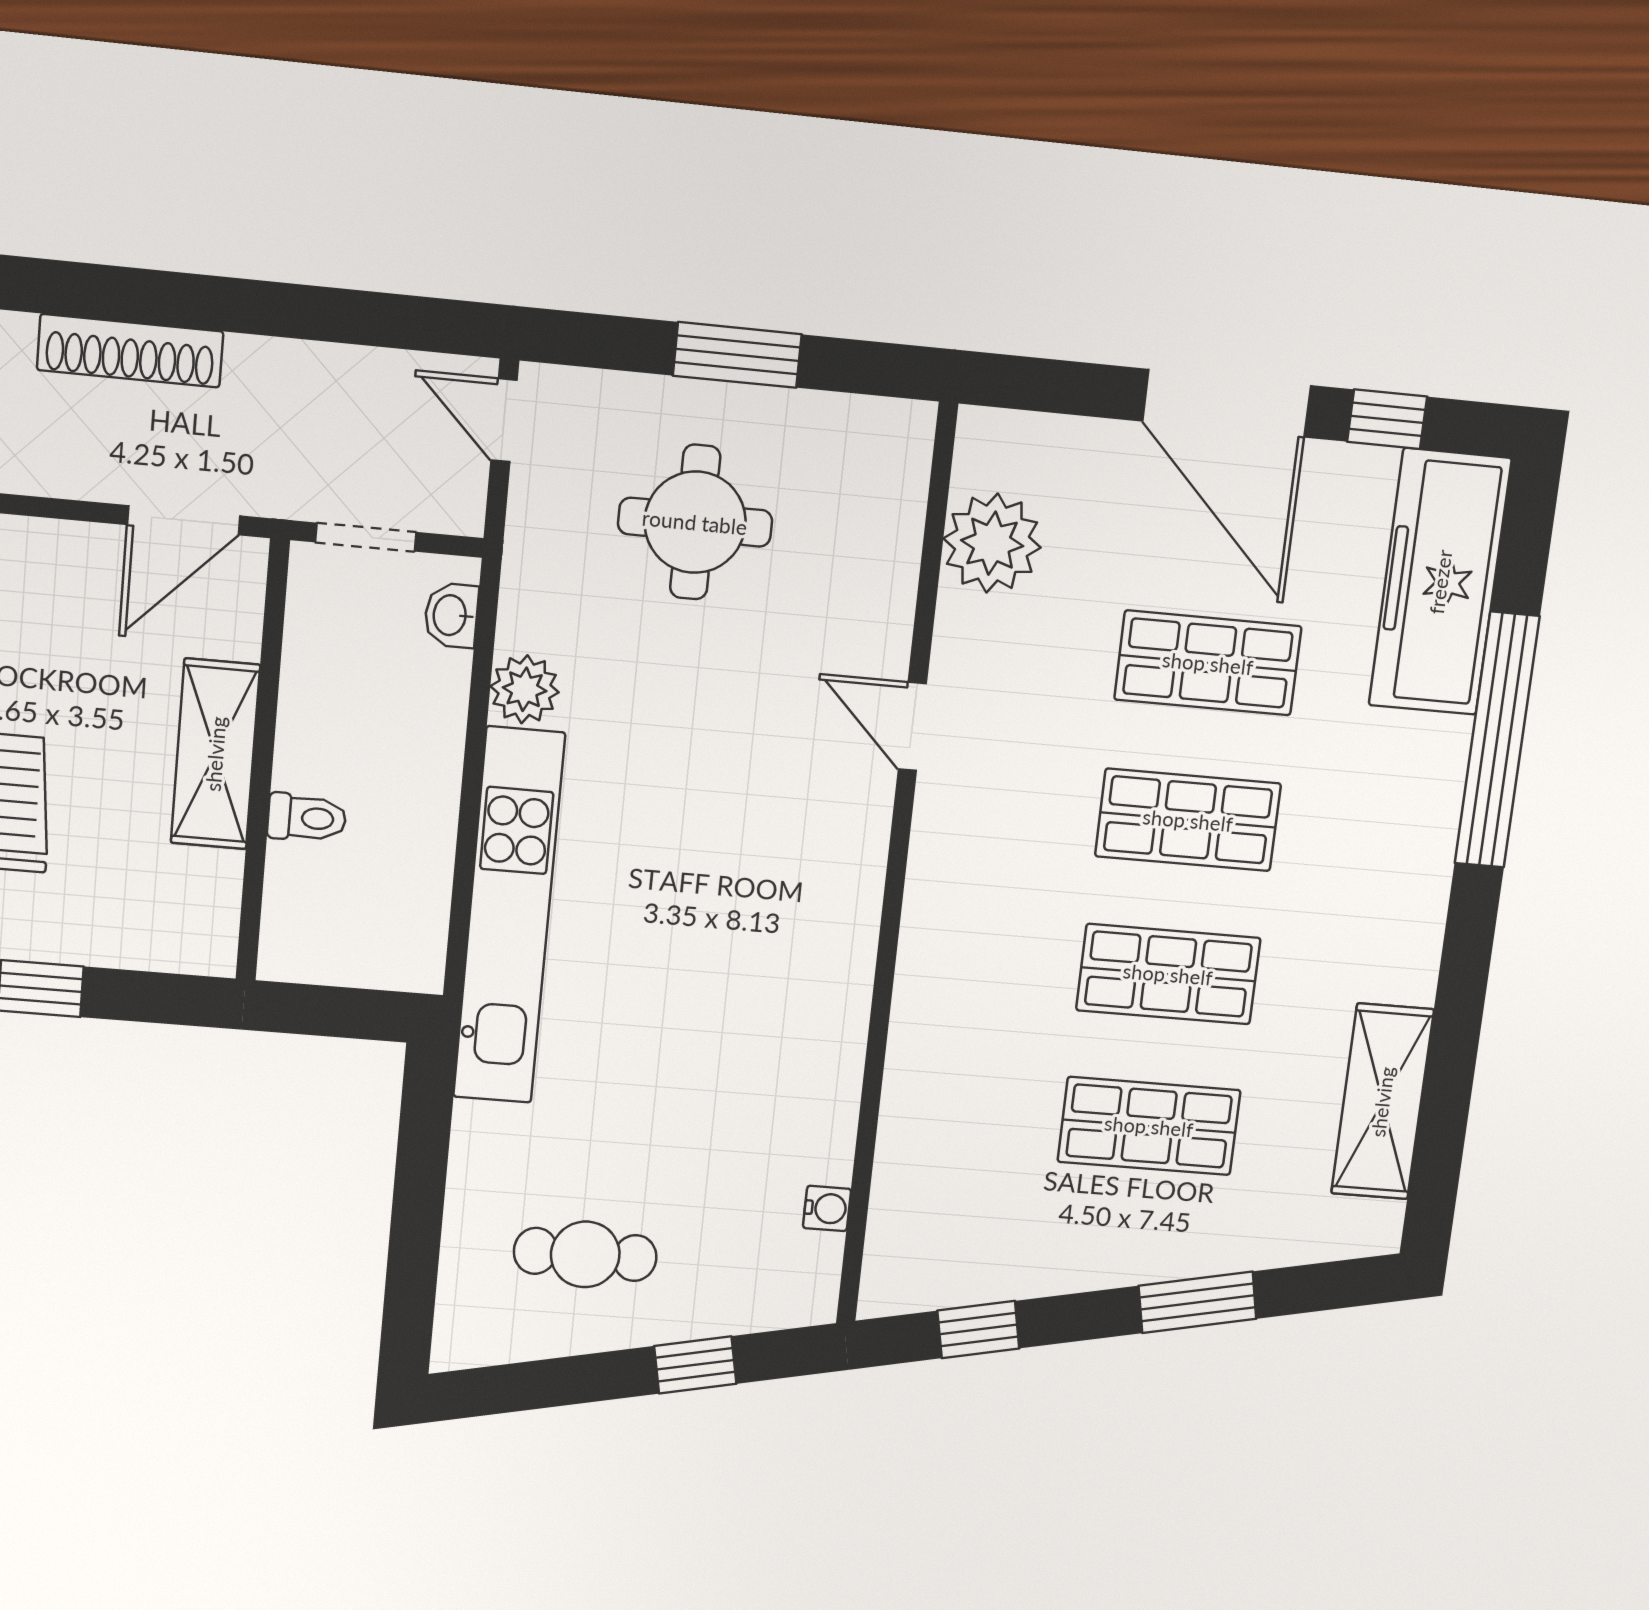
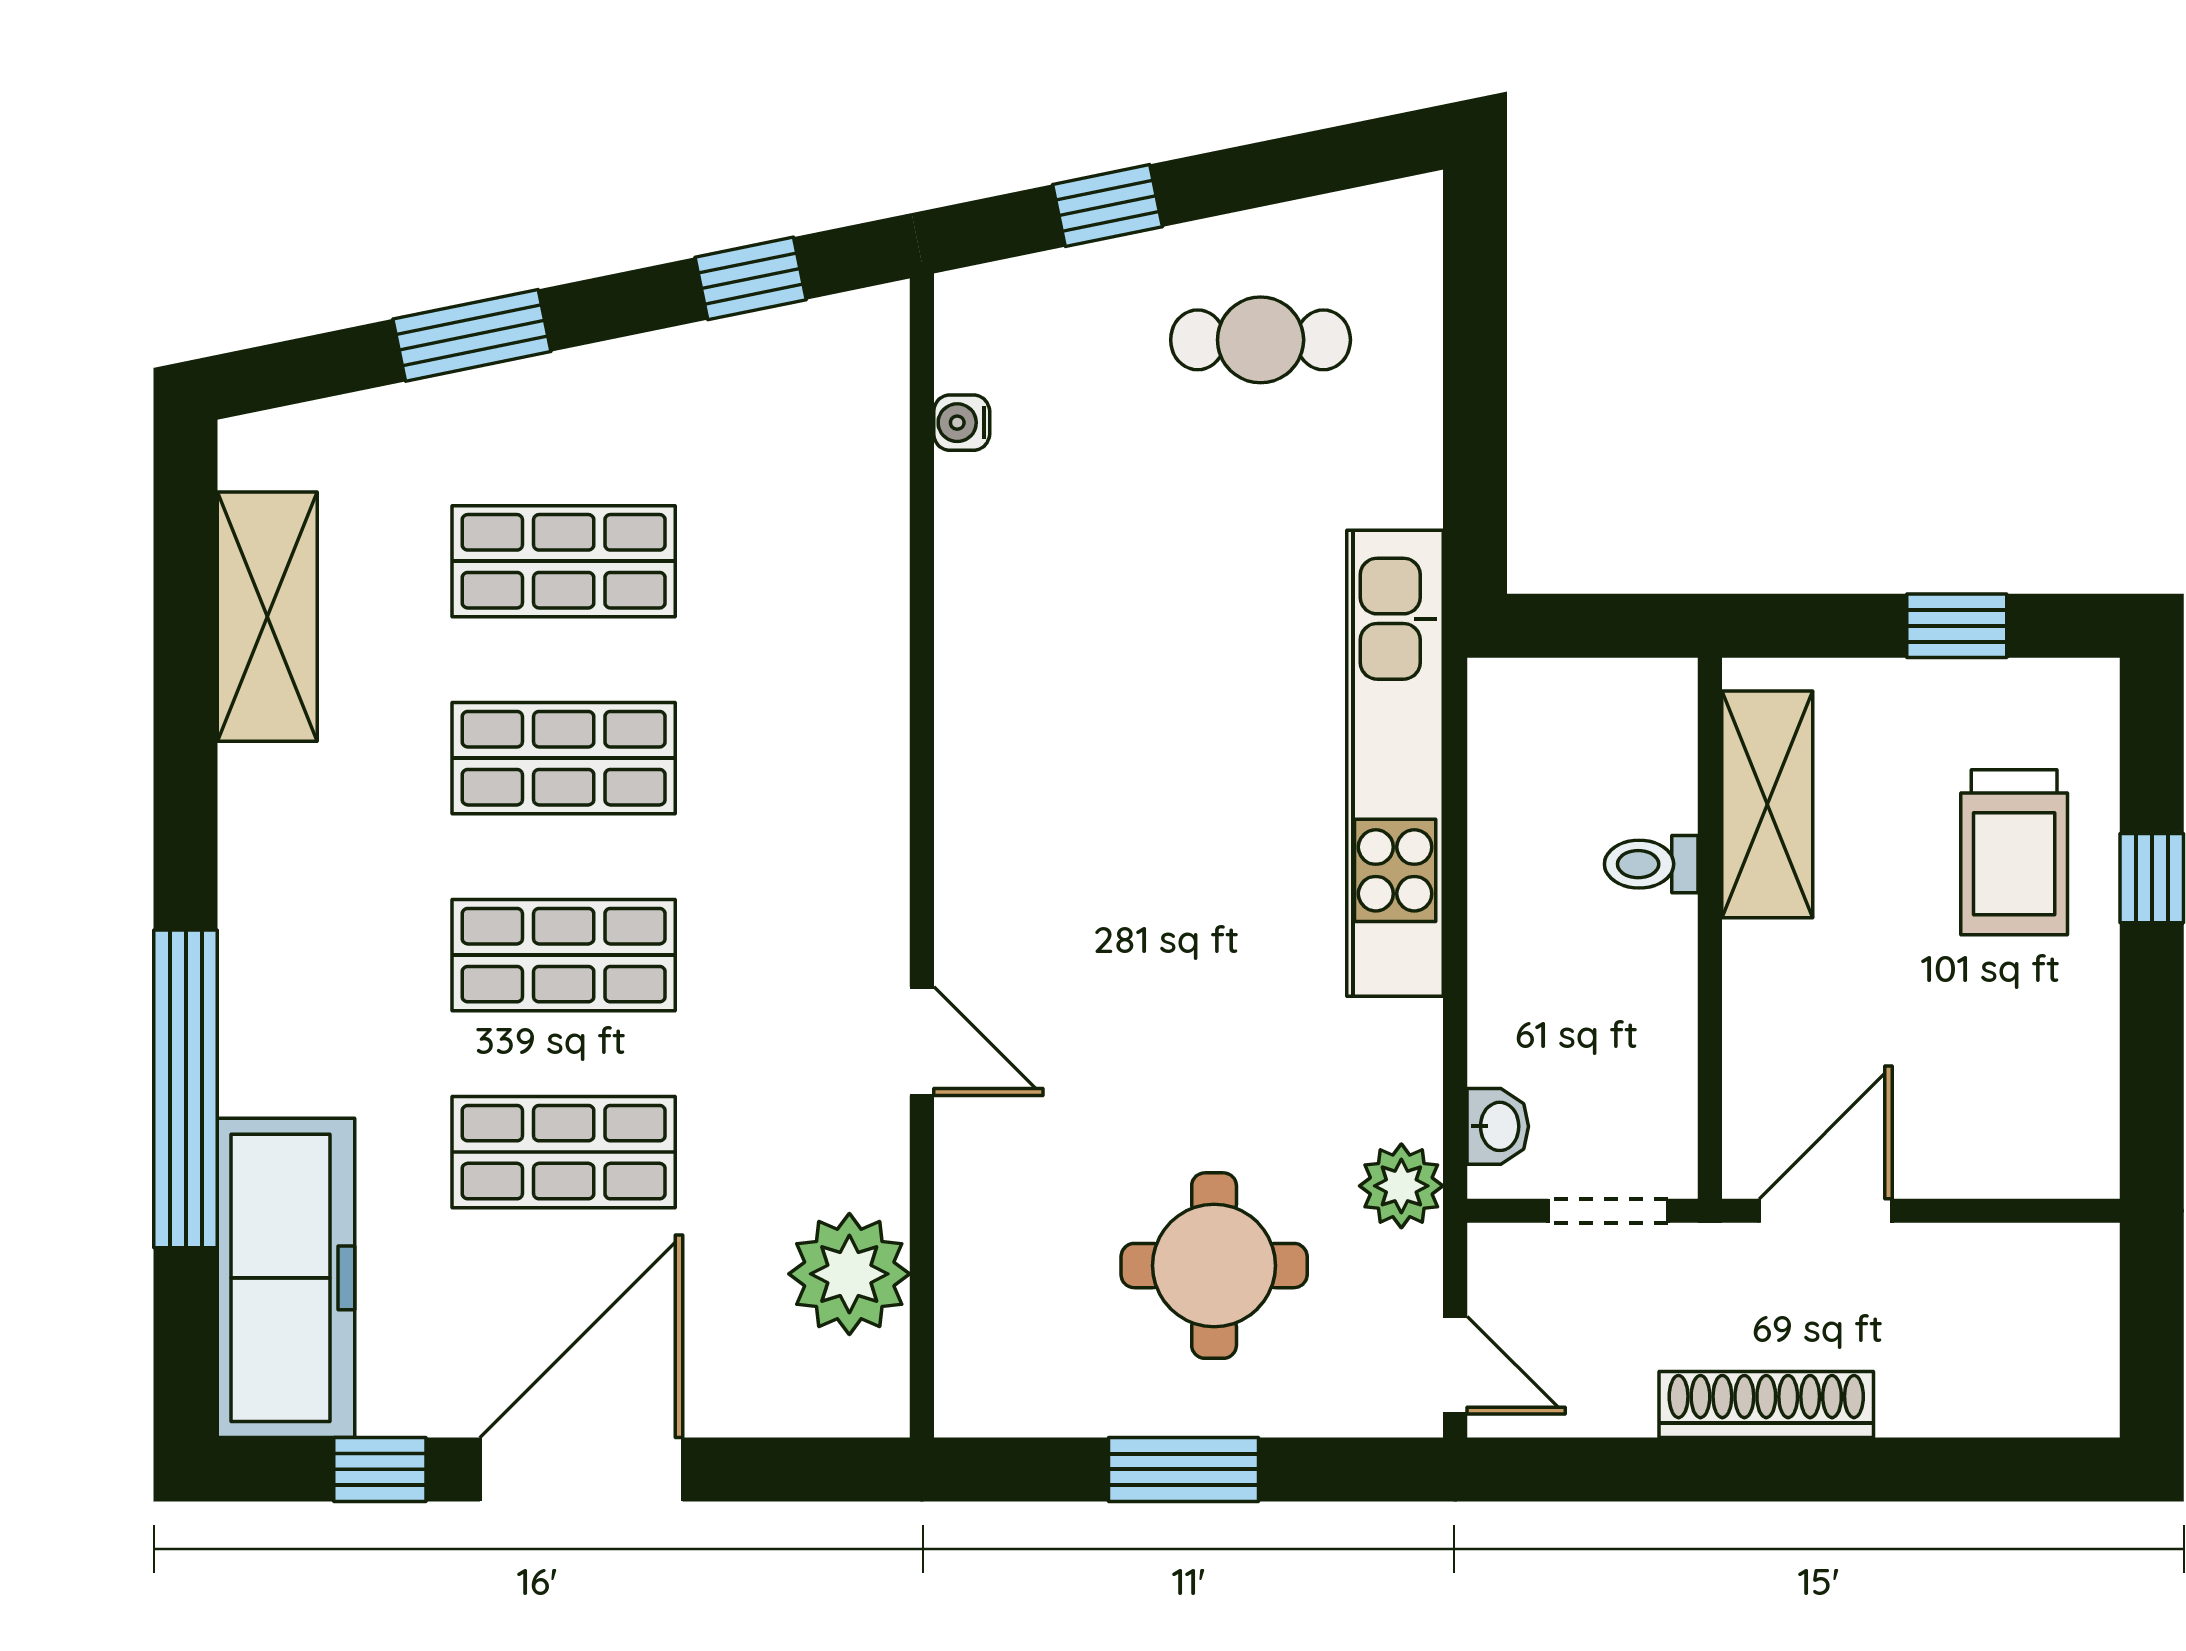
shoe rack: (130, 351) -> (1766, 1405), moved
door: (1227, 403) -> (581, 1469), hinge flipped
plant: (525, 689) -> (1401, 1186), moved
shelving: (215, 754) -> (1767, 804), moved

